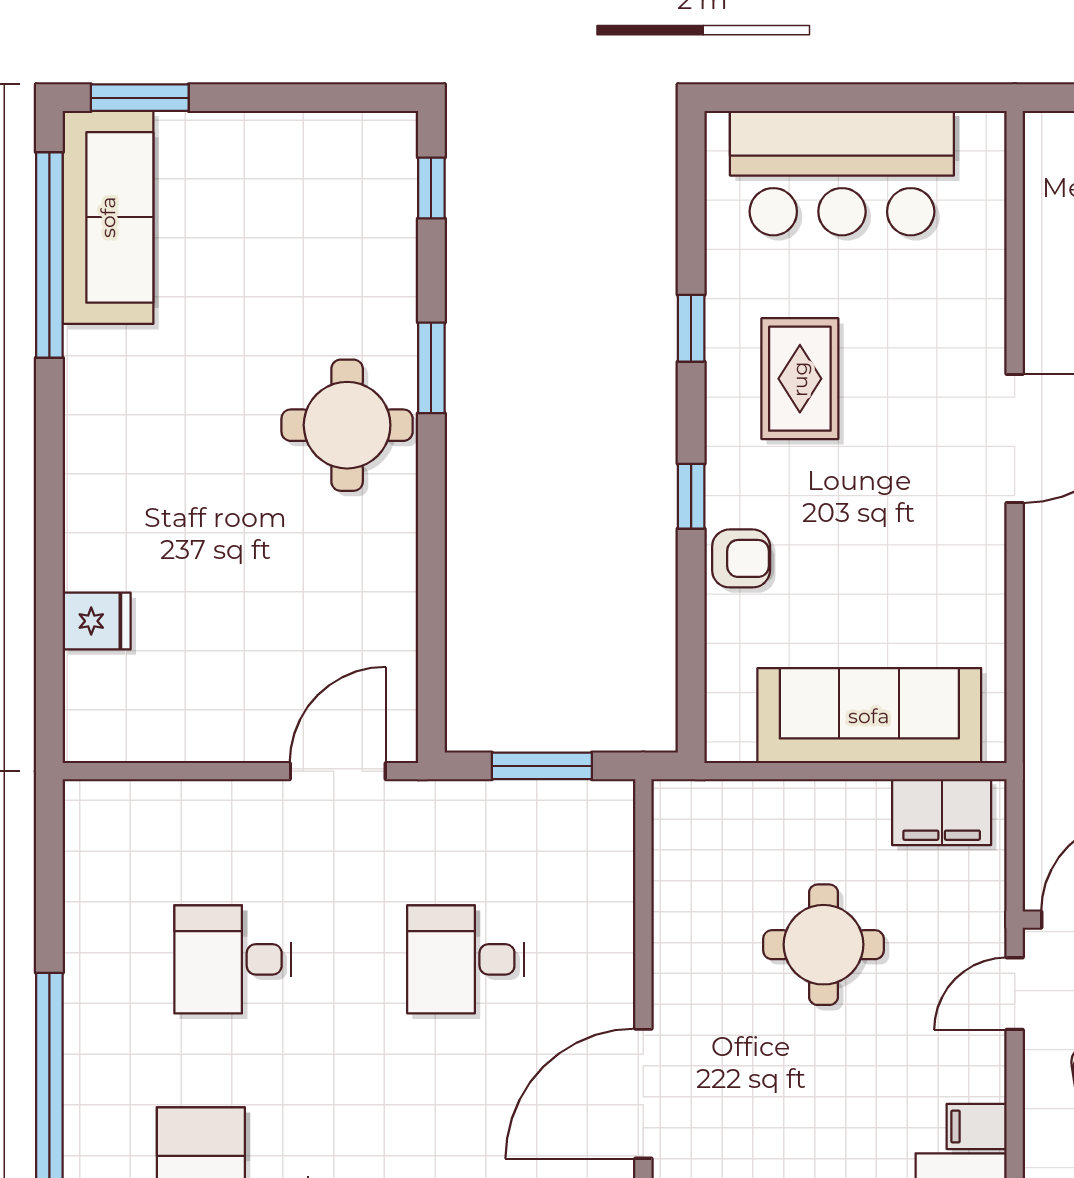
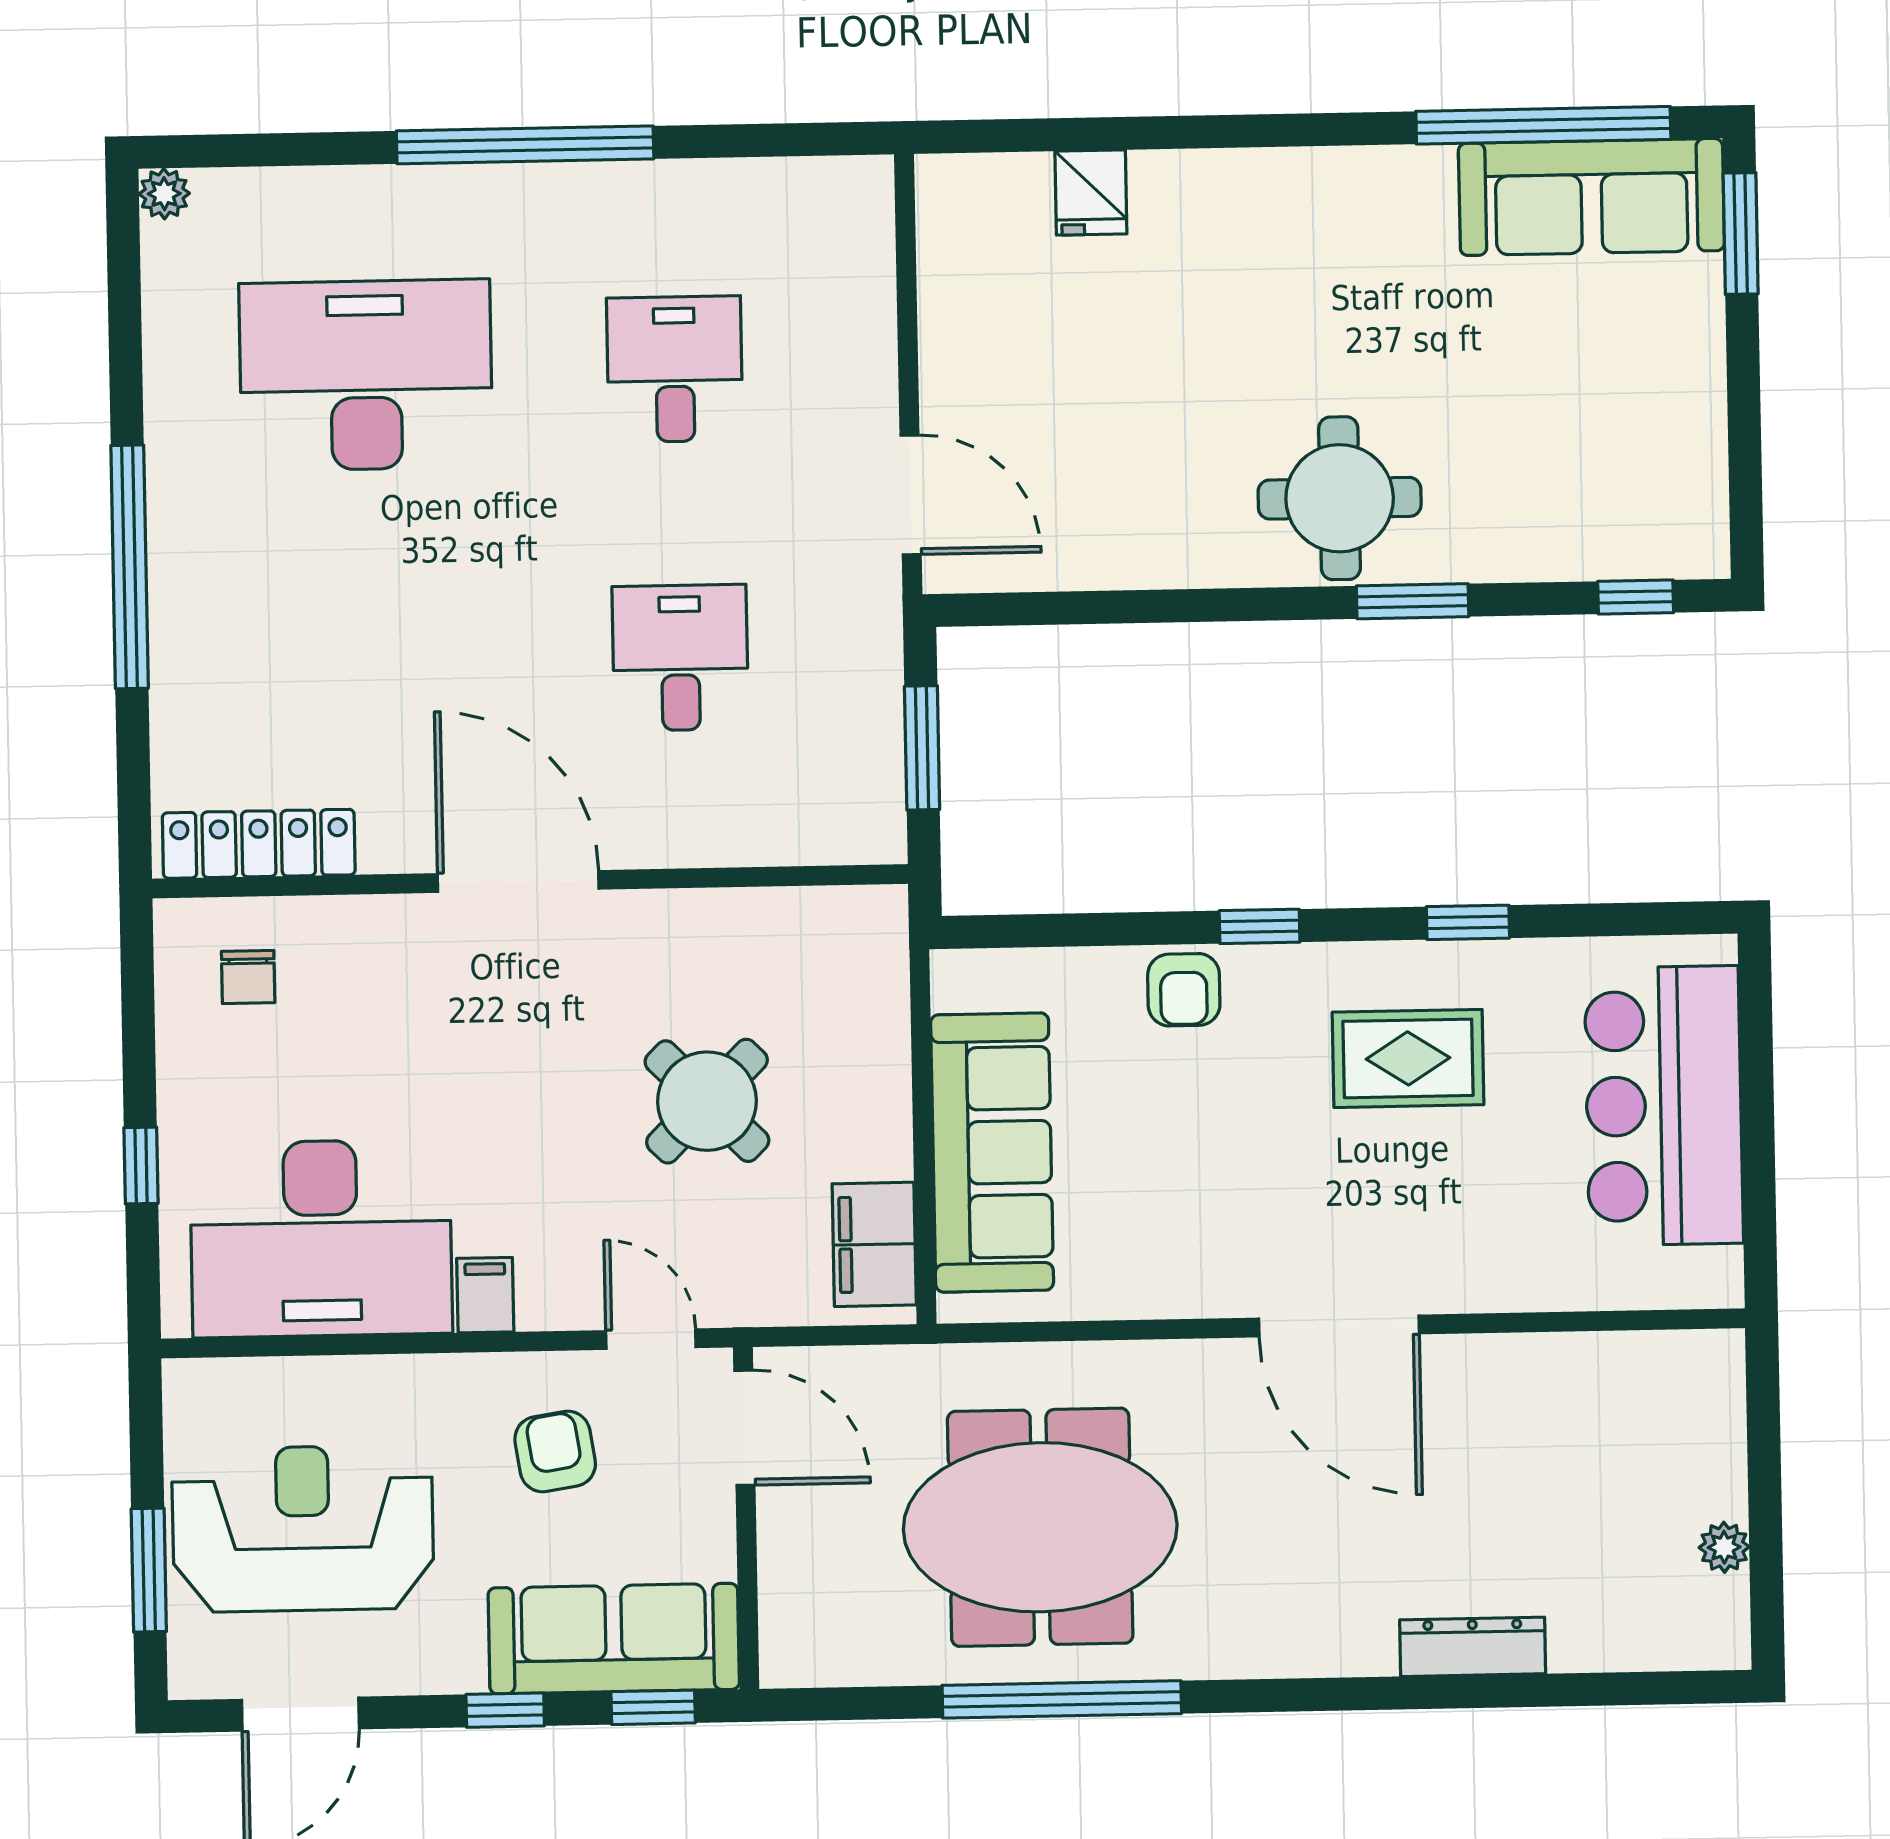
round table: (823, 945) -> (707, 1101), turned 45

